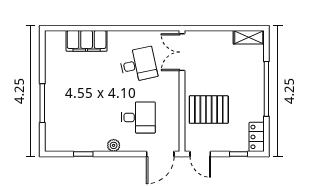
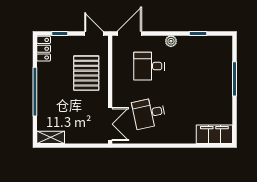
filing cabinet: (87, 41) -> (214, 134), moved
pallet: (209, 110) -> (86, 73), turned 90

